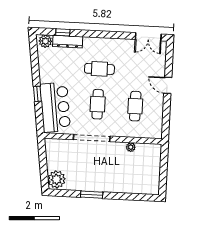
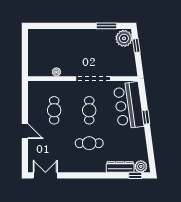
window: (63, 32) -> (135, 175), moved
window: (44, 171) -> (136, 46), added
window: (92, 195) -> (107, 26), moved

